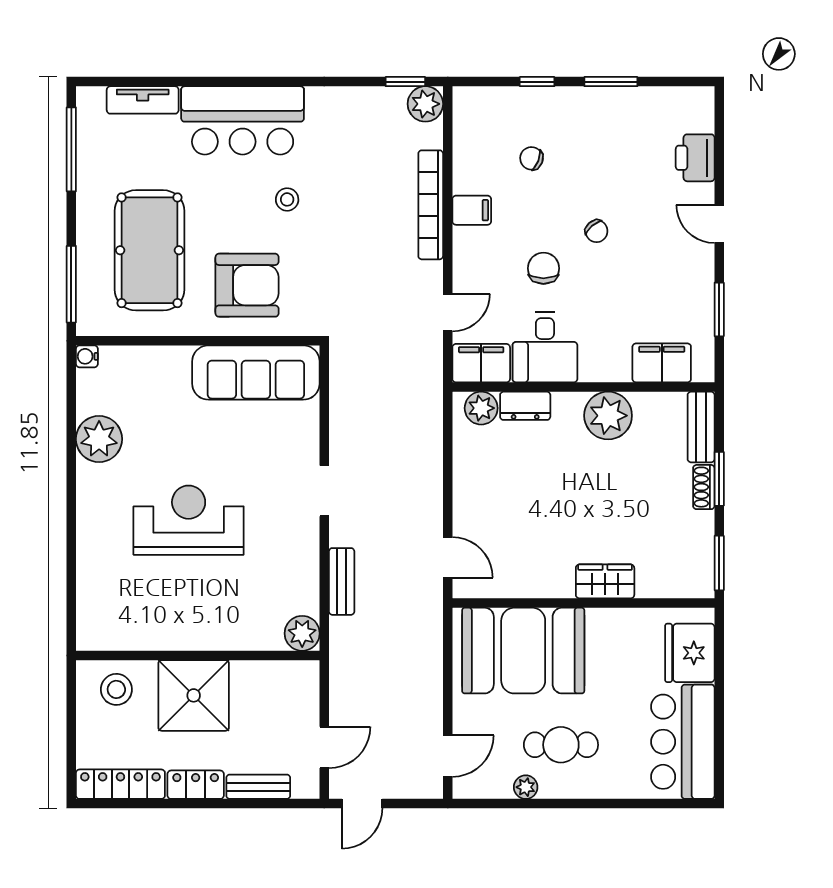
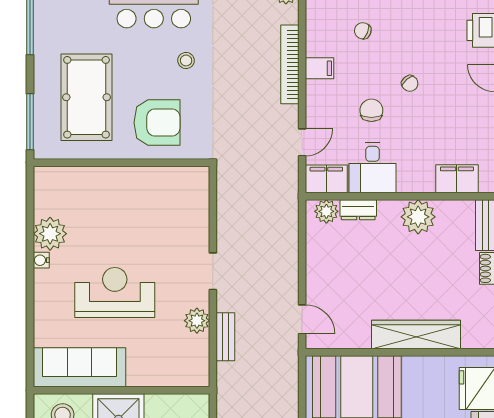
water cooler: (87, 356) -> (41, 260), moved
sofa: (256, 373) -> (79, 367), moved, turned 180
wardrobe: (605, 581) -> (416, 335), width x2.10, depth x1.17
plant: (302, 633) -> (197, 321), moved

